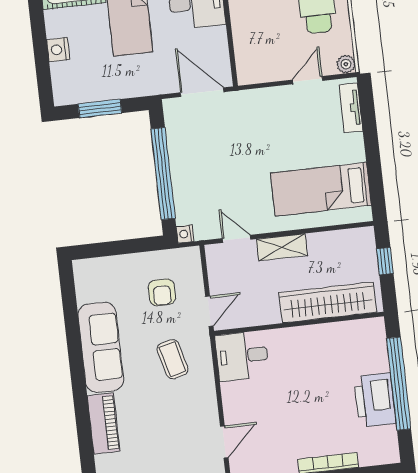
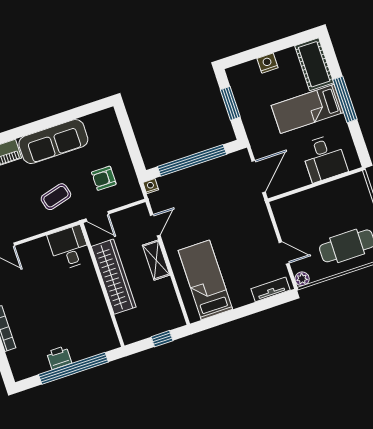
wardrobe: (328, 302) -> (114, 277), moved
printer: (375, 400) -> (59, 358), width x0.53, depth x0.68

